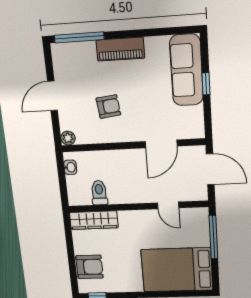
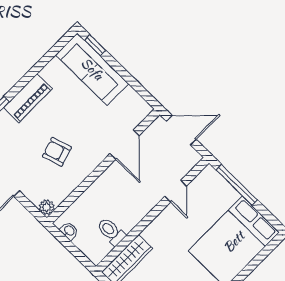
window: (206, 84) -> (95, 45), moved
armchair: (108, 107) -> (57, 152), turned -100
door: (168, 205) -> (176, 191), hinge flipped

